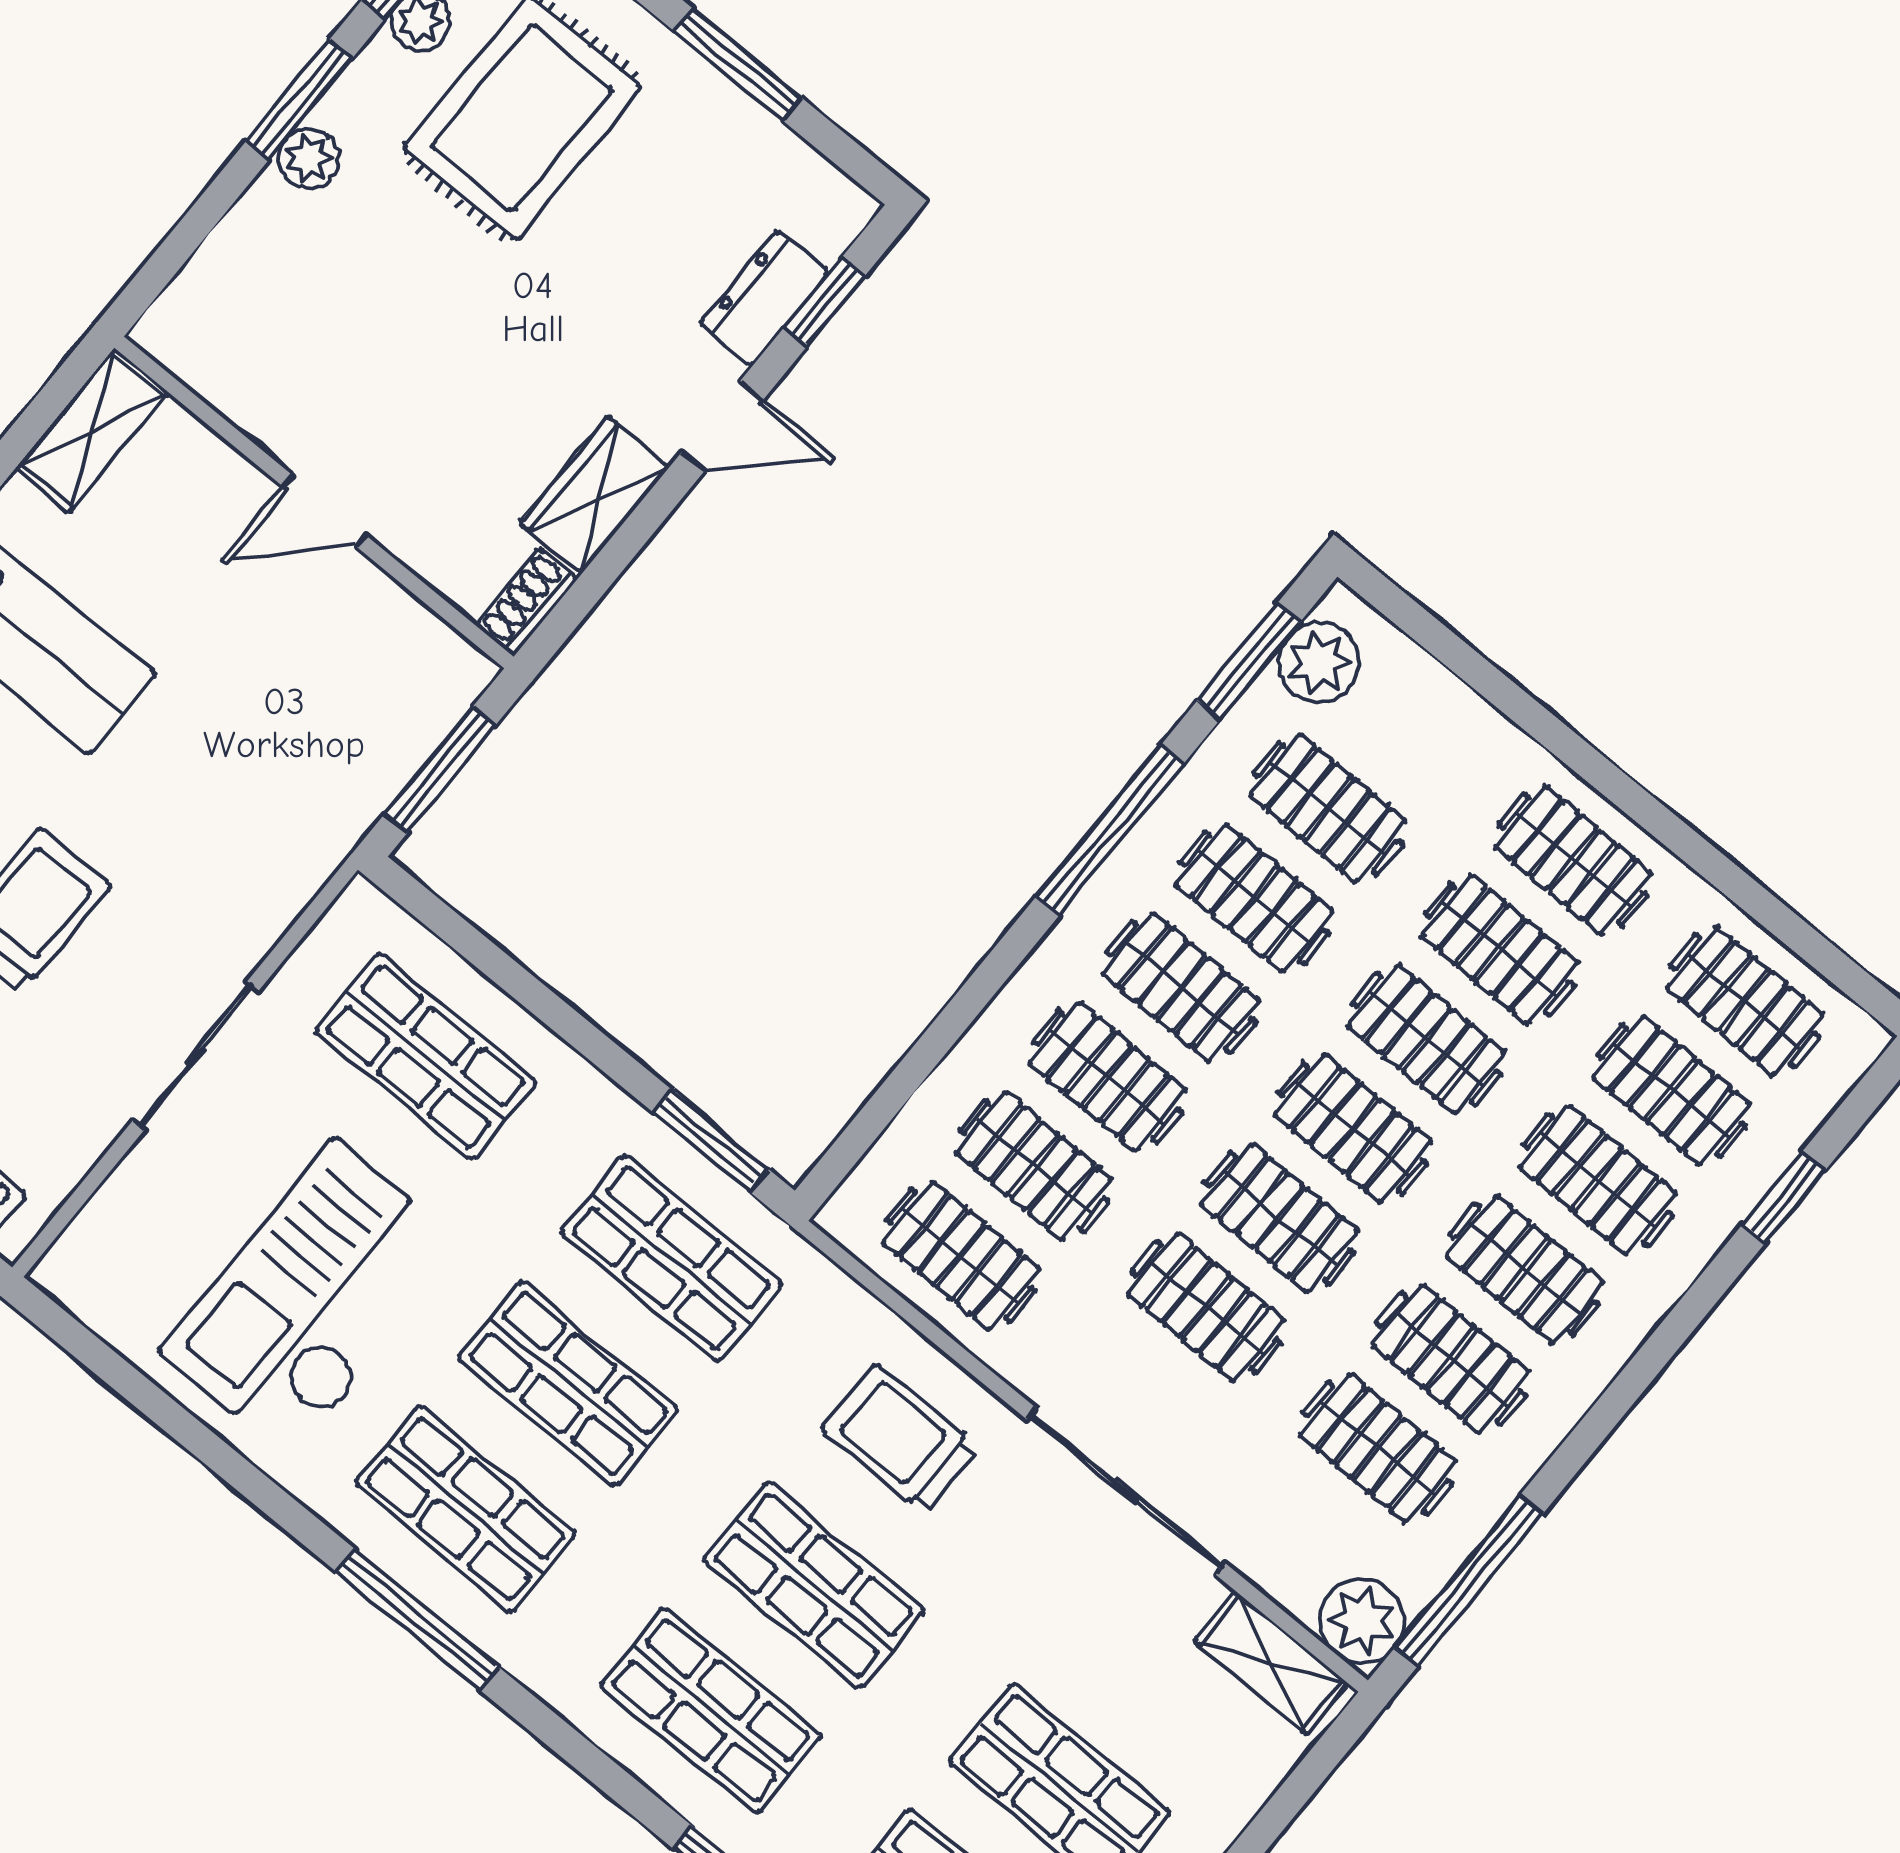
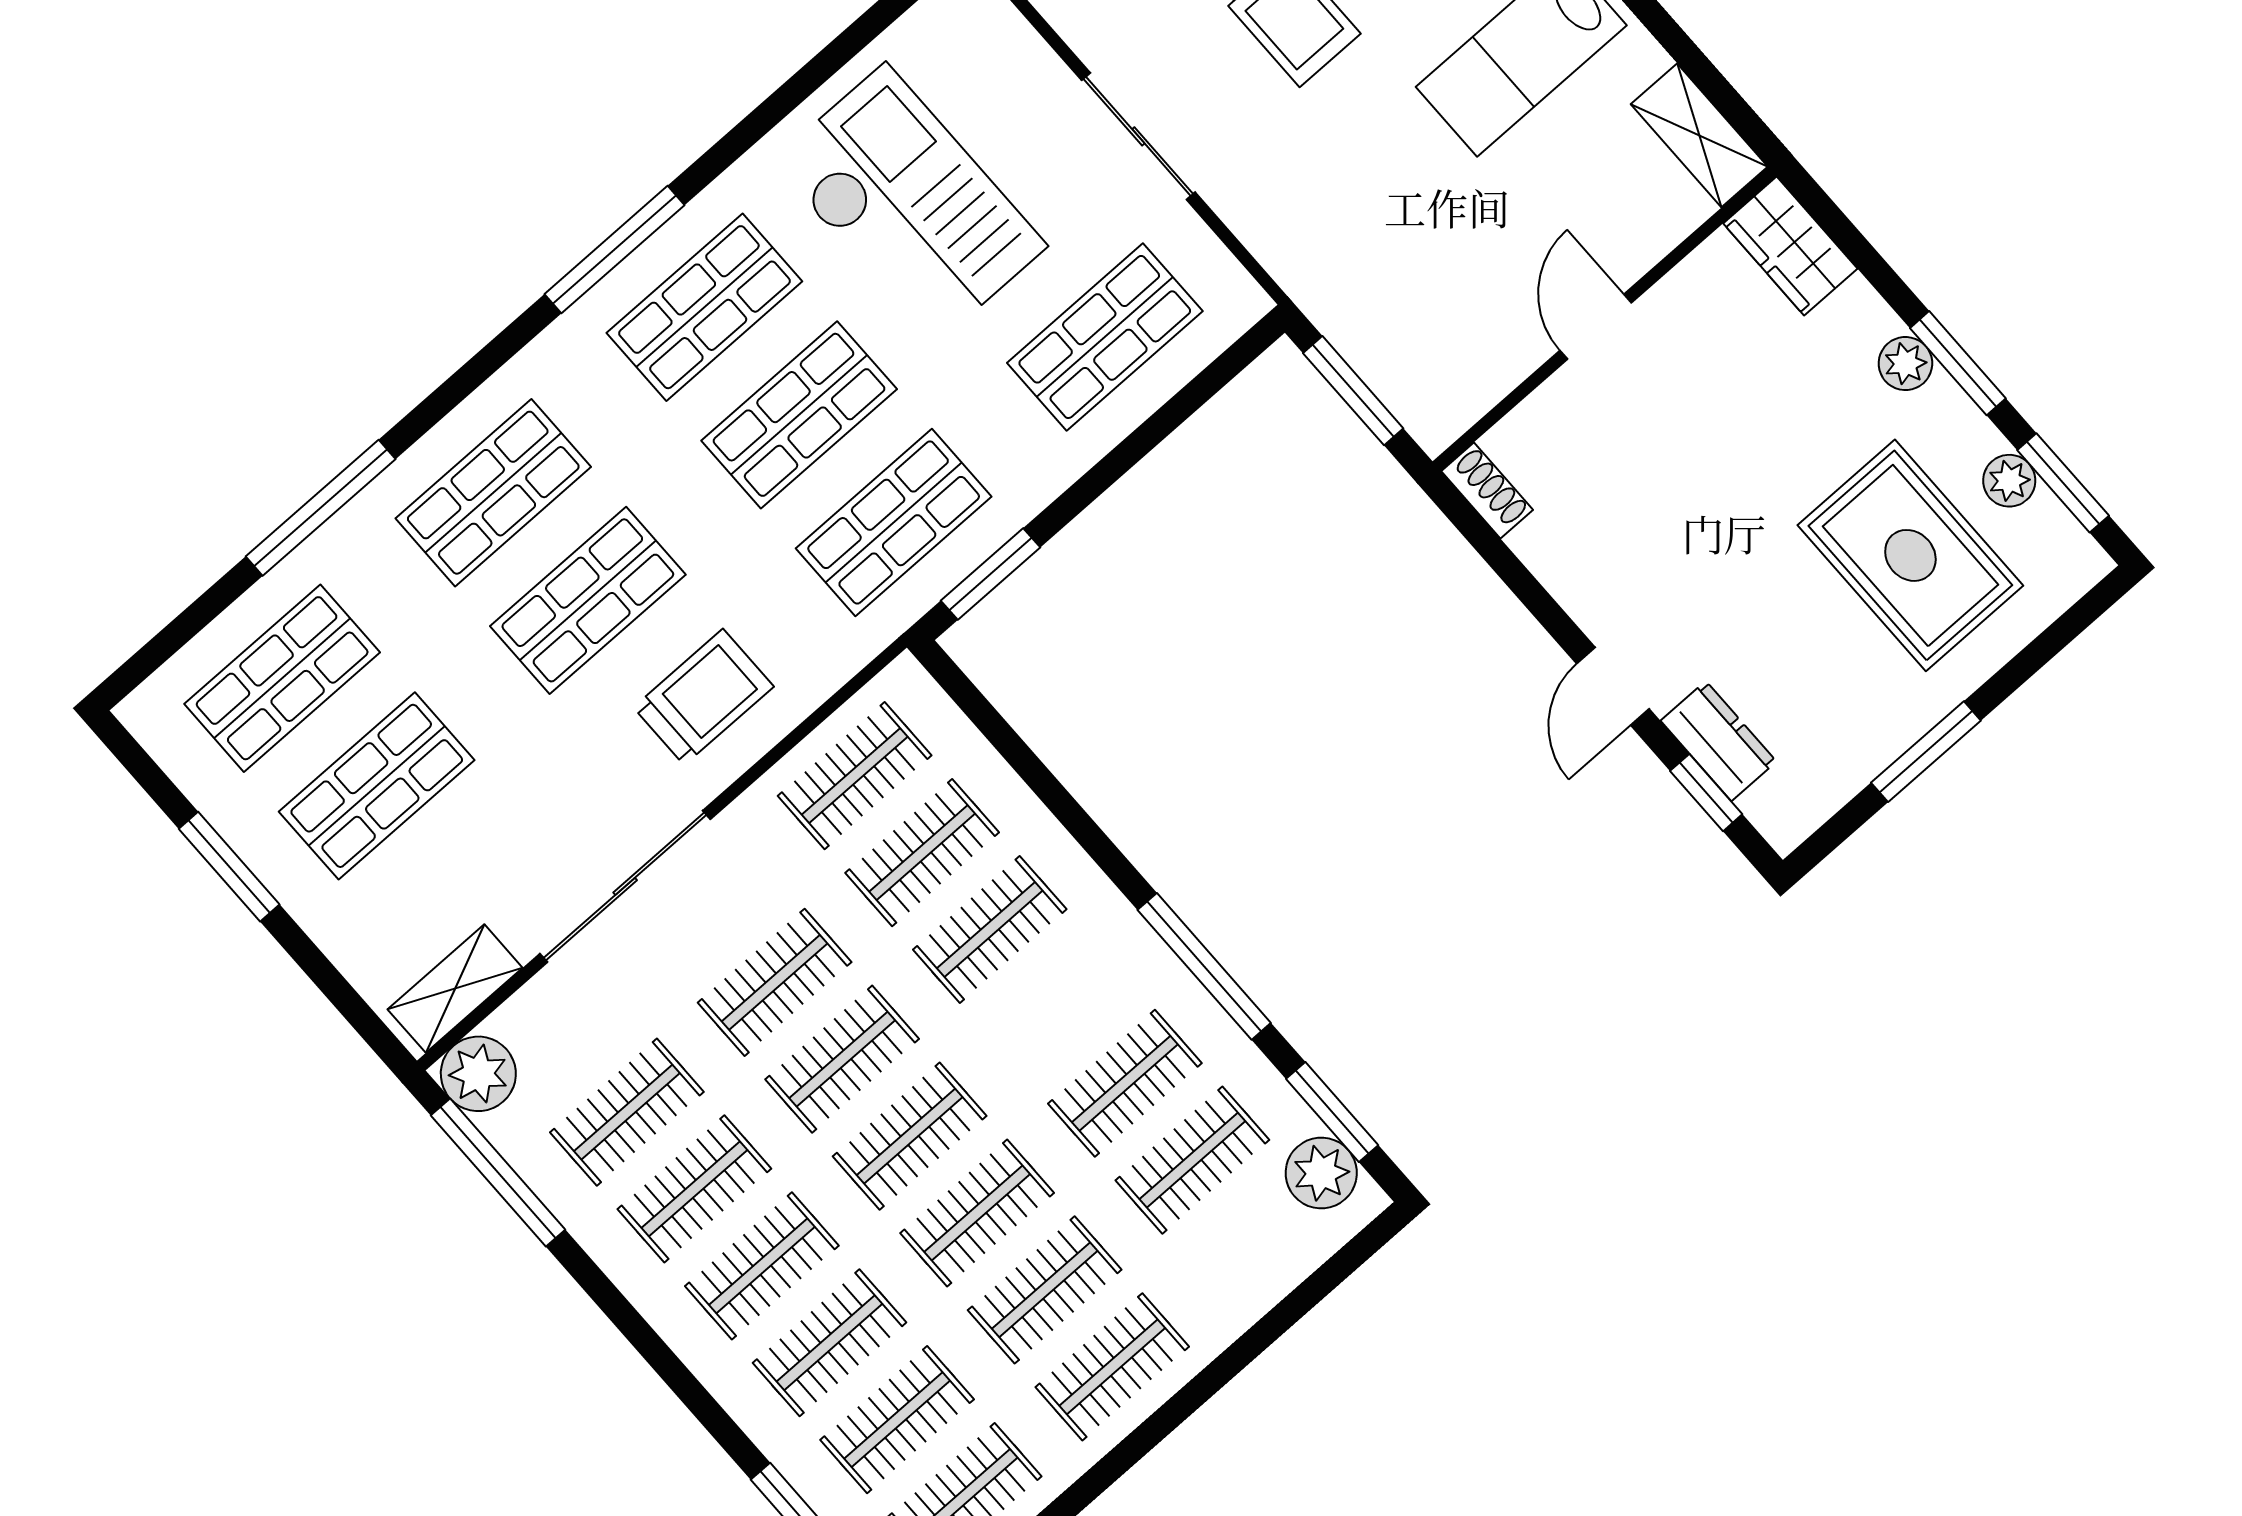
wardrobe: (595, 495) -> (1790, 246), moved, turned 180
clothes rail: (1181, 987) -> (1057, 1006), removed

